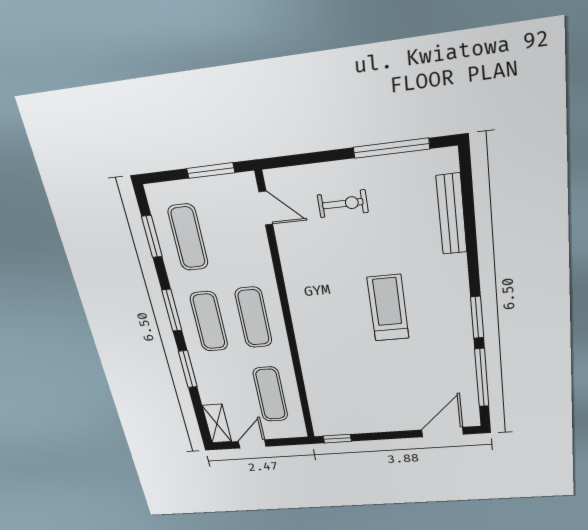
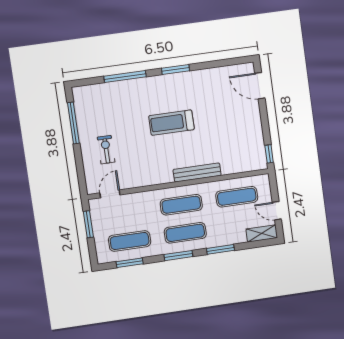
bench: (452, 214) -> (197, 172), moved
window: (482, 378) -> (125, 76), moved

